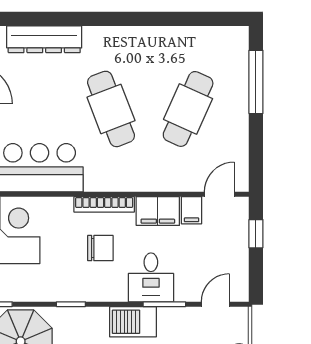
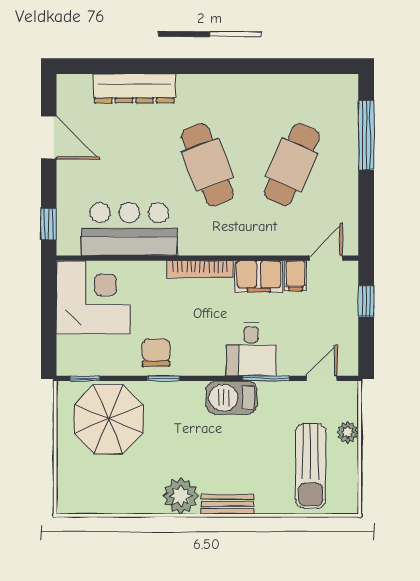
chair: (100, 248) -> (156, 353), moved, turned -90

